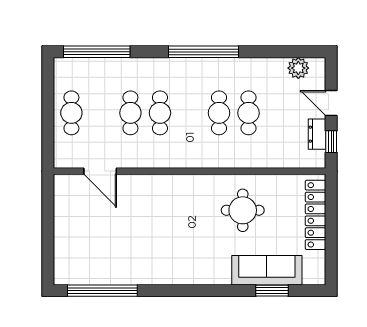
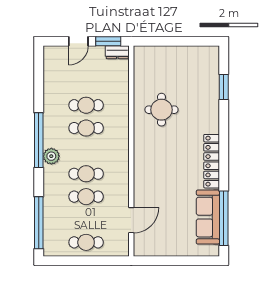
plant: (298, 68) -> (51, 156), moved
dresser: (317, 134) -> (117, 52), moved
window: (331, 142) -> (108, 41), width x1.50
locker: (315, 215) -> (212, 161), moved, turned 90
sofa: (267, 270) -> (208, 217), moved

